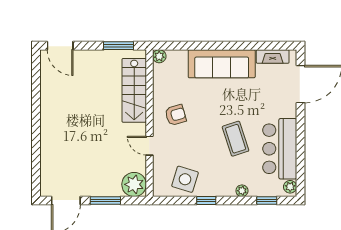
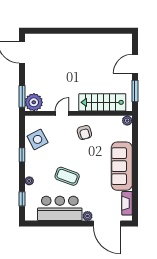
door: (60, 46) -> (135, 64), moved
coffee table: (236, 139) -> (67, 176), turned 38
side table: (185, 179) -> (38, 139), turned 45
plant: (290, 187) -> (87, 216), moved
window: (105, 201) -> (22, 96), moved

